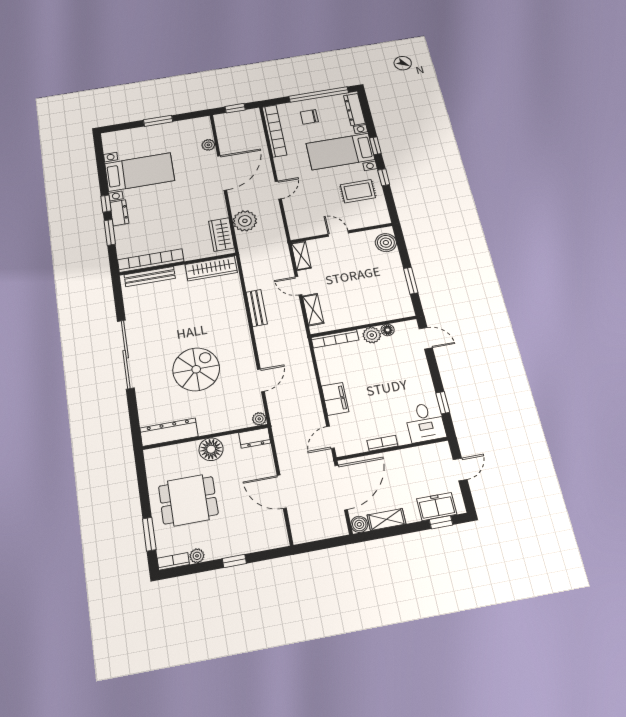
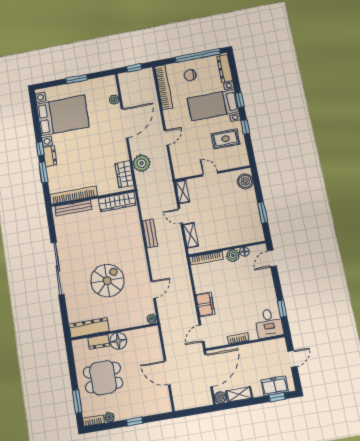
bed with nightstands: (140, 172) -> (63, 115), width x1.36
door: (426, 338) -> (272, 258), swing flipped
dresser: (255, 438) -> (99, 342), moved

